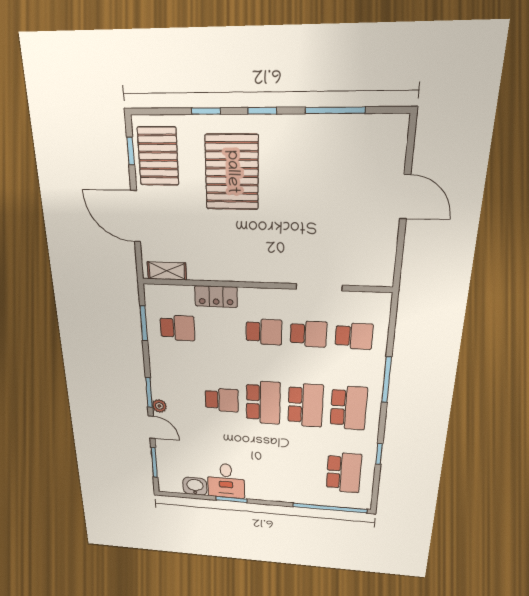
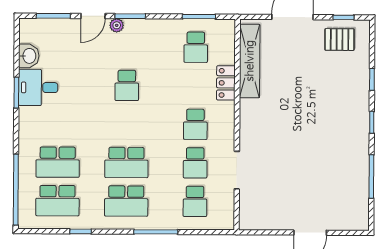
pallet: (158, 156) -> (340, 40), width x0.67, depth x0.71
pallet: (232, 172) -> (328, 98), removed
shelving: (167, 271) -> (250, 61), width x2.20, depth x1.33
school desk: (263, 403) -> (58, 162), moved

